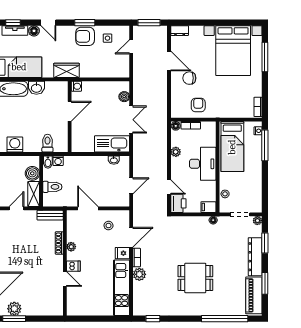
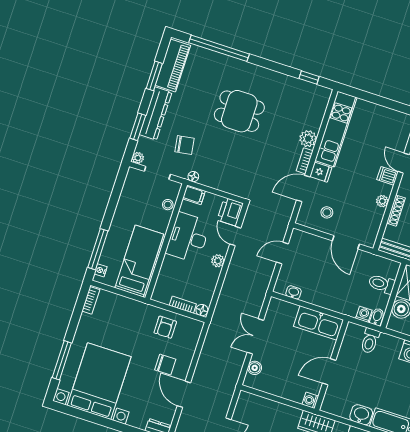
kitchen sink: (112, 144) -> (318, 323), moved
plant: (176, 152) -> (218, 261), moved
desk: (203, 164) -> (188, 238), moved
chair: (227, 241) -> (185, 145), added

